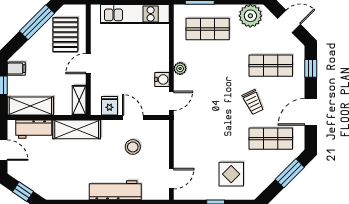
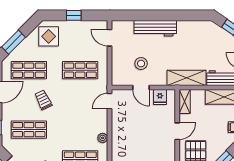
plant: (180, 69) -> (103, 138), moved
water cooler: (162, 79) -> (117, 118), removed
shop shelf: (208, 139) -> (80, 70), added
display table: (231, 174) -> (49, 36), moved
door: (171, 179) -> (110, 38), hinge flipped

